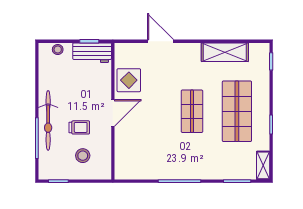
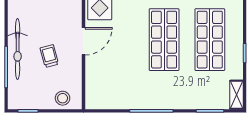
shop shelf: (192, 111) -> (164, 40), width x1.43, depth x1.36
trolley: (79, 127) -> (49, 56), turned -105
stool: (83, 156) -> (63, 98), moved

